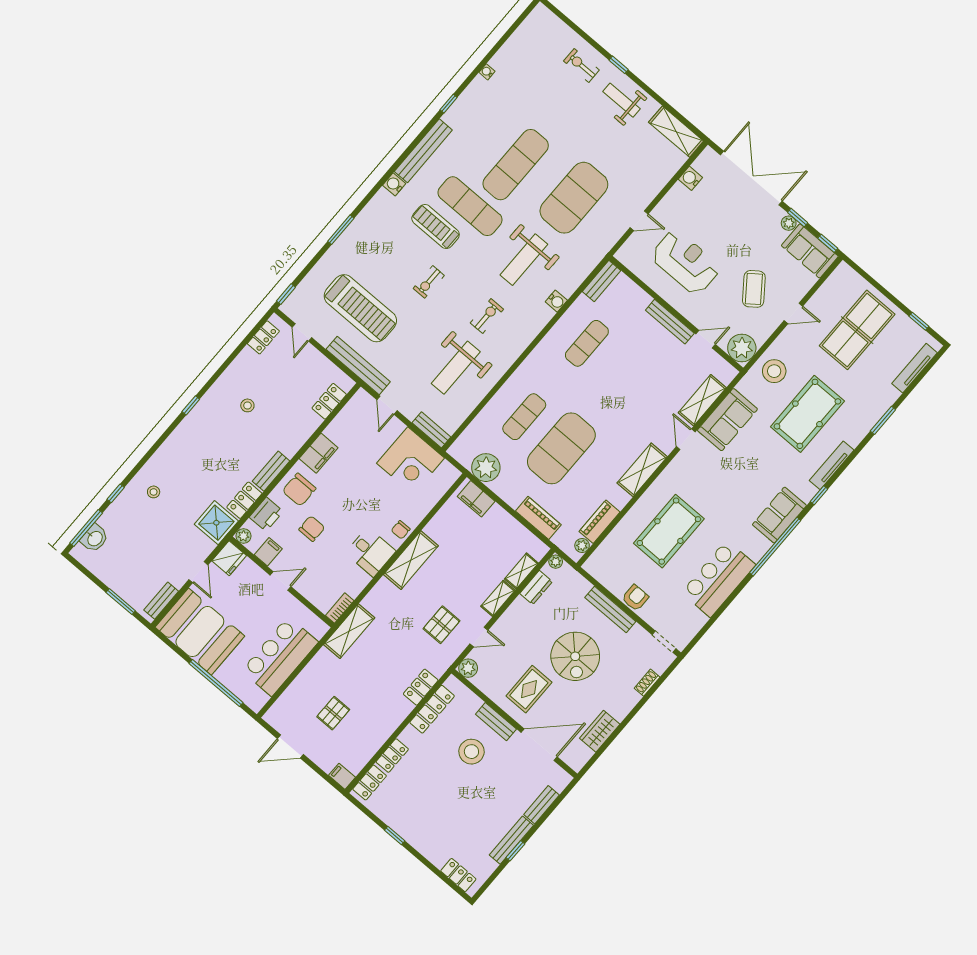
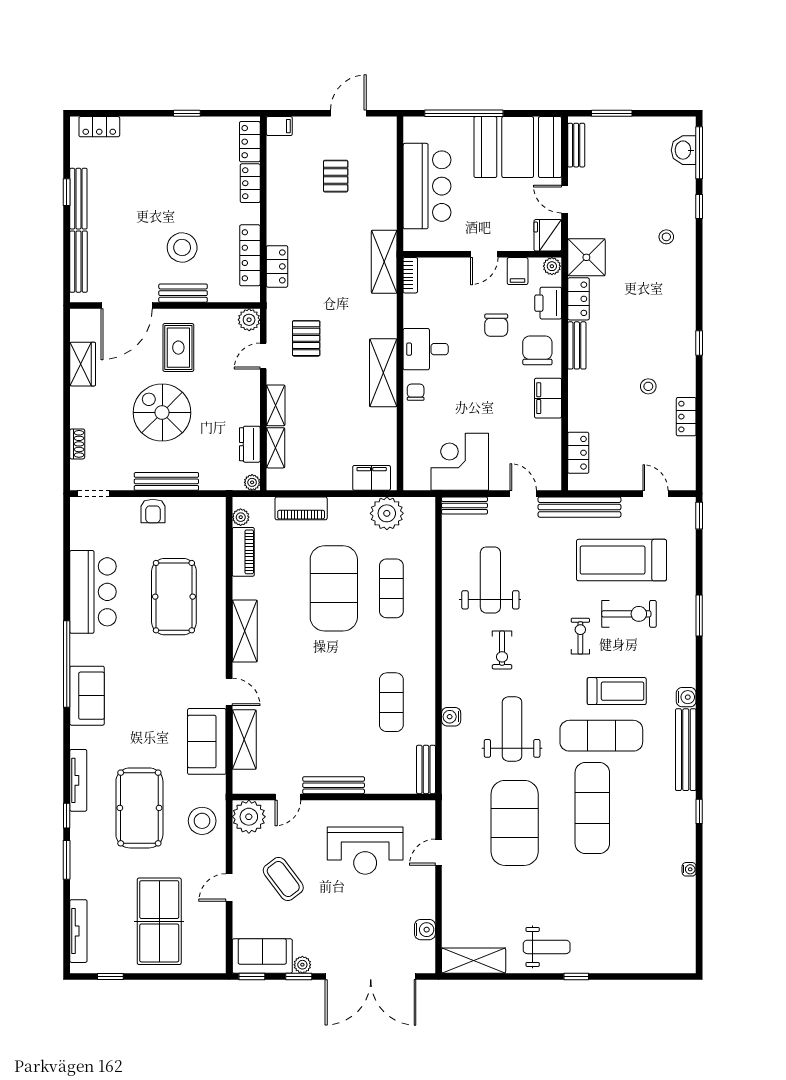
exercise bike: (581, 65) -> (629, 614), moved, width x1.38, depth x1.39
locker: (263, 337) -> (686, 417), moved
window: (819, 495) -> (67, 816), moved
bench: (541, 805) -> (78, 262), width x1.36

